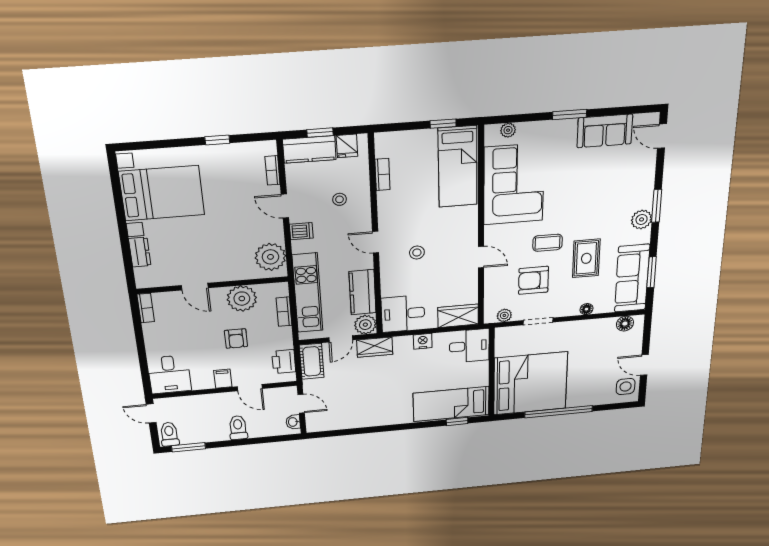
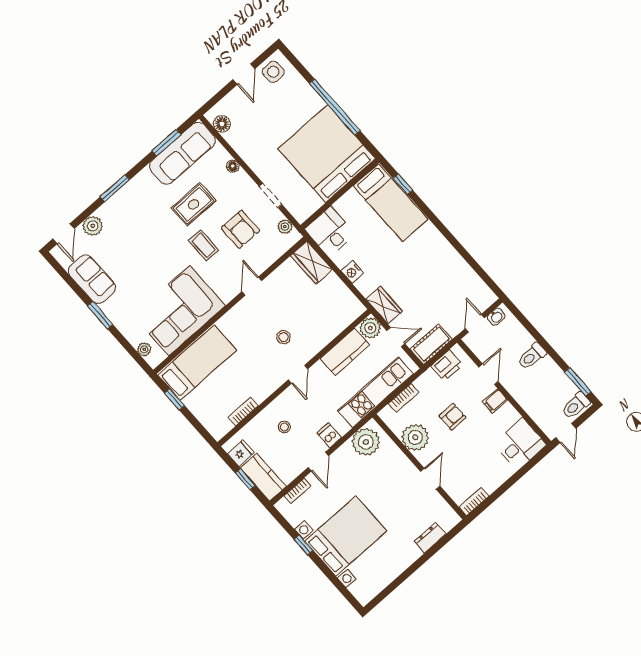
bed with nightstands: (162, 193) -> (346, 536), moved, turned 90
plant: (642, 219) -> (93, 226), moved
desk: (403, 314) -> (340, 307), removed

